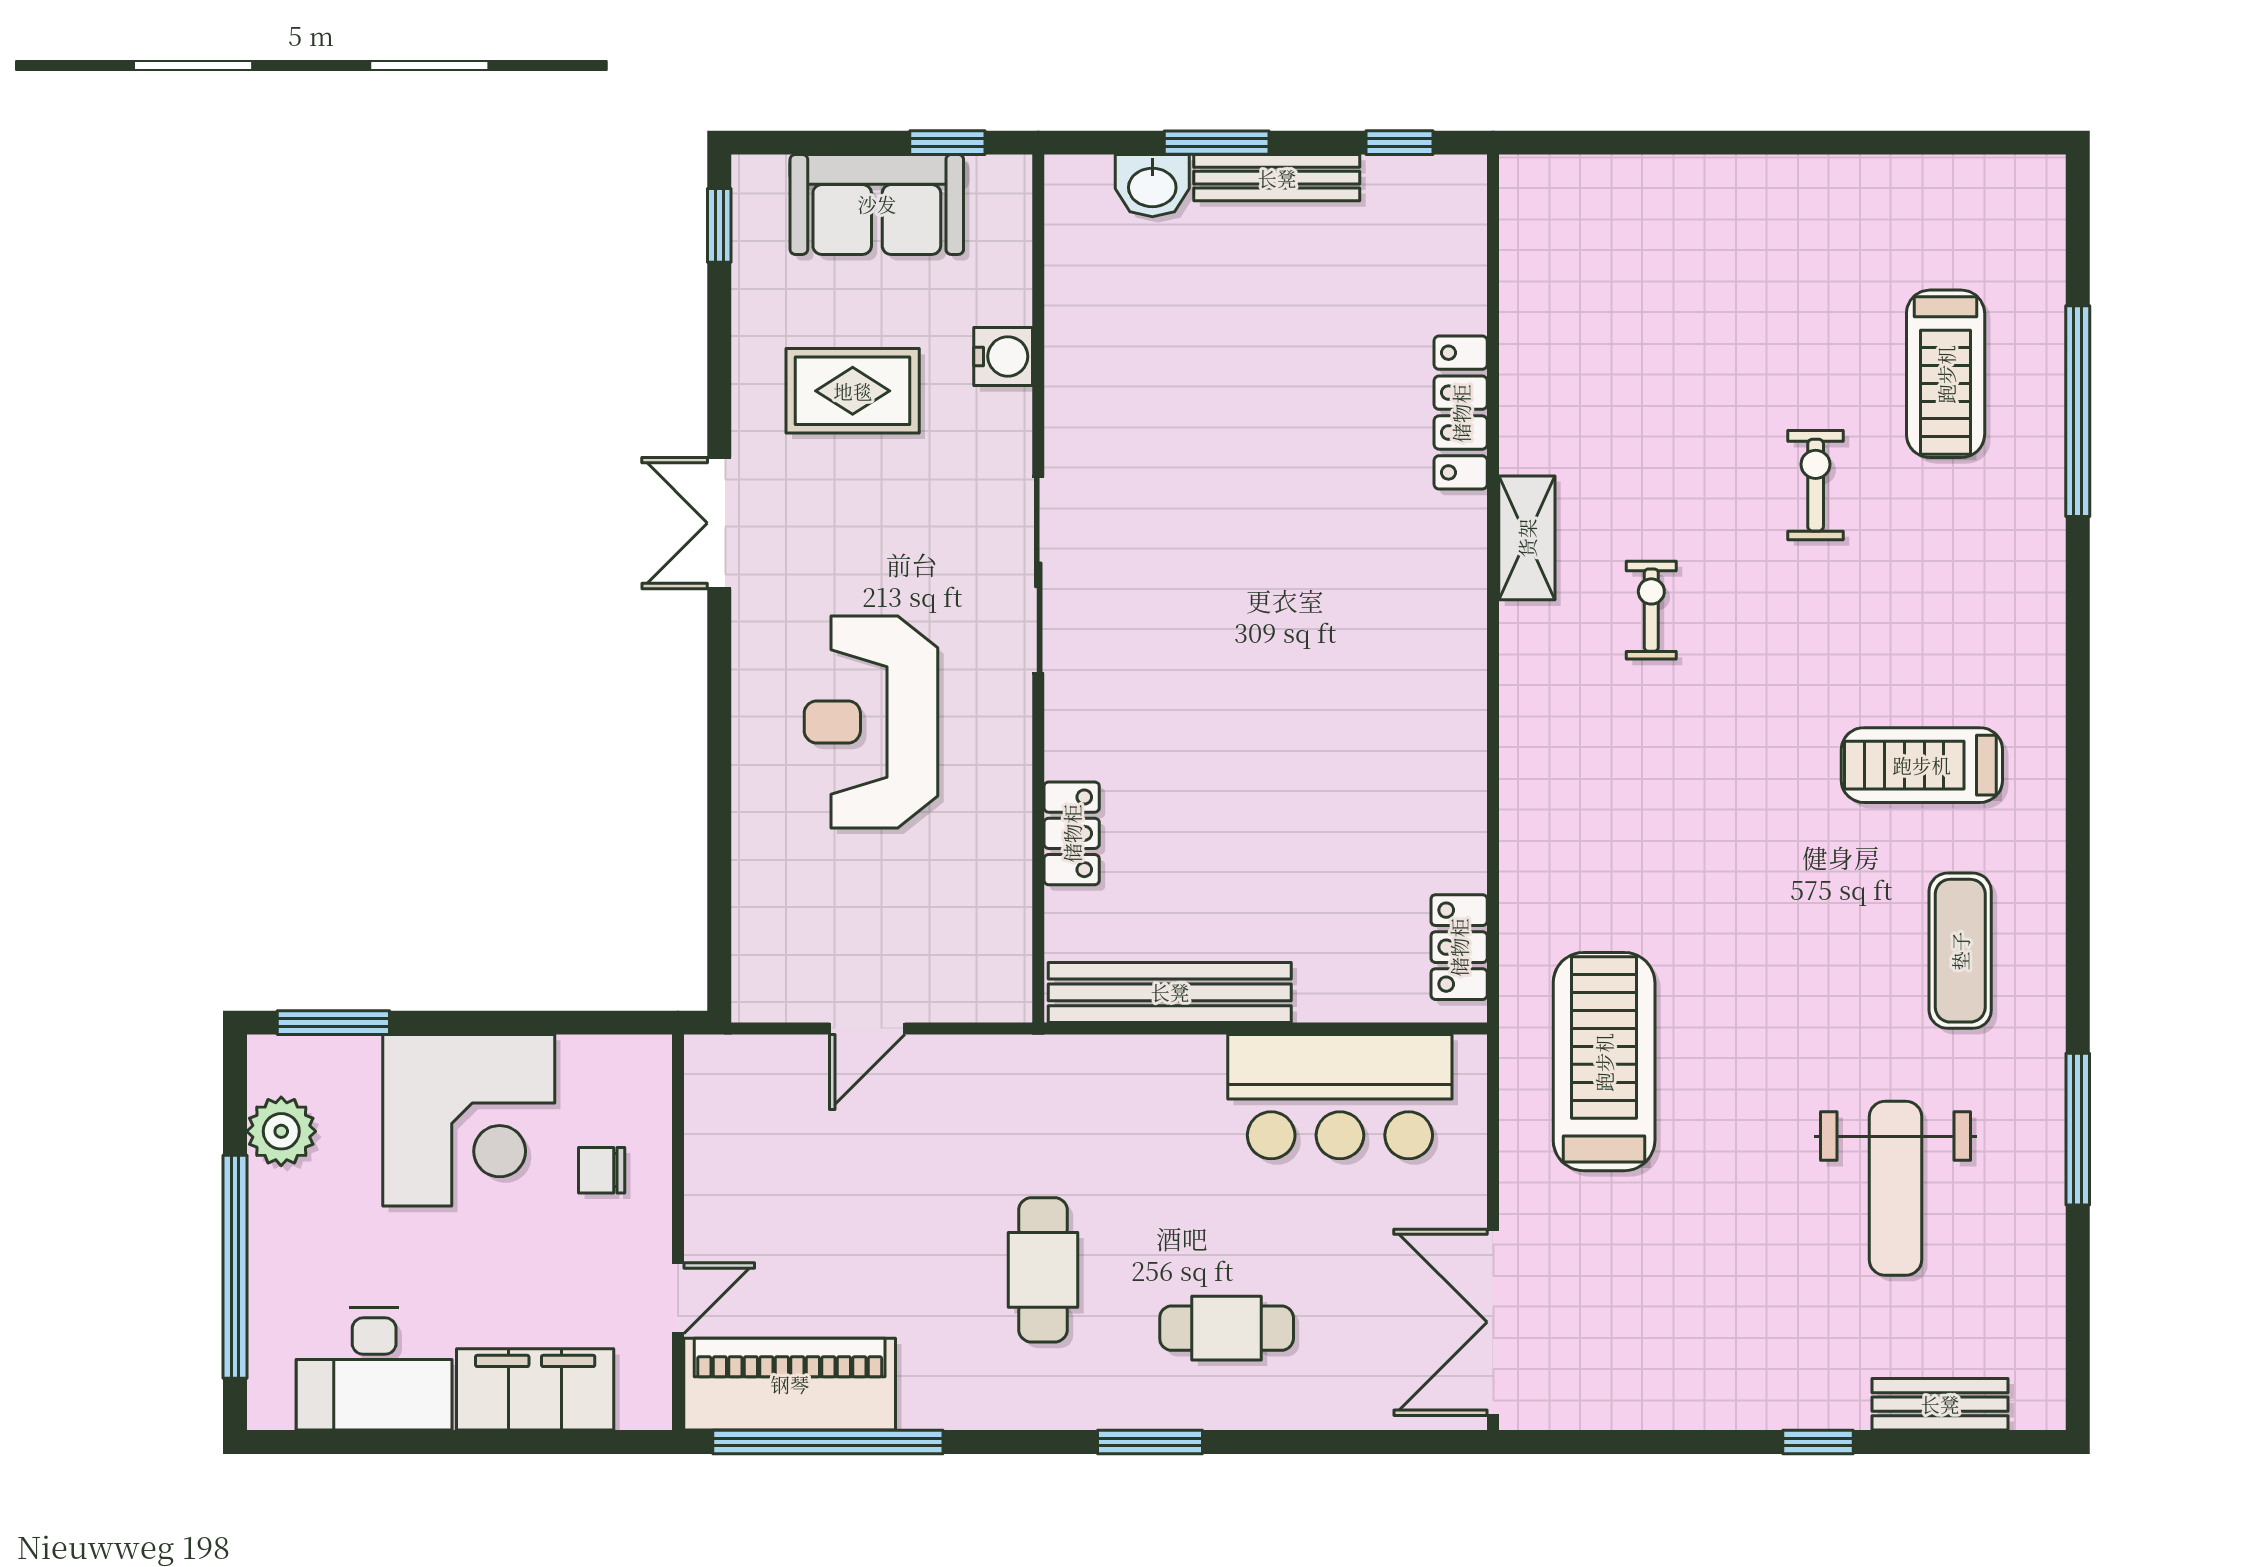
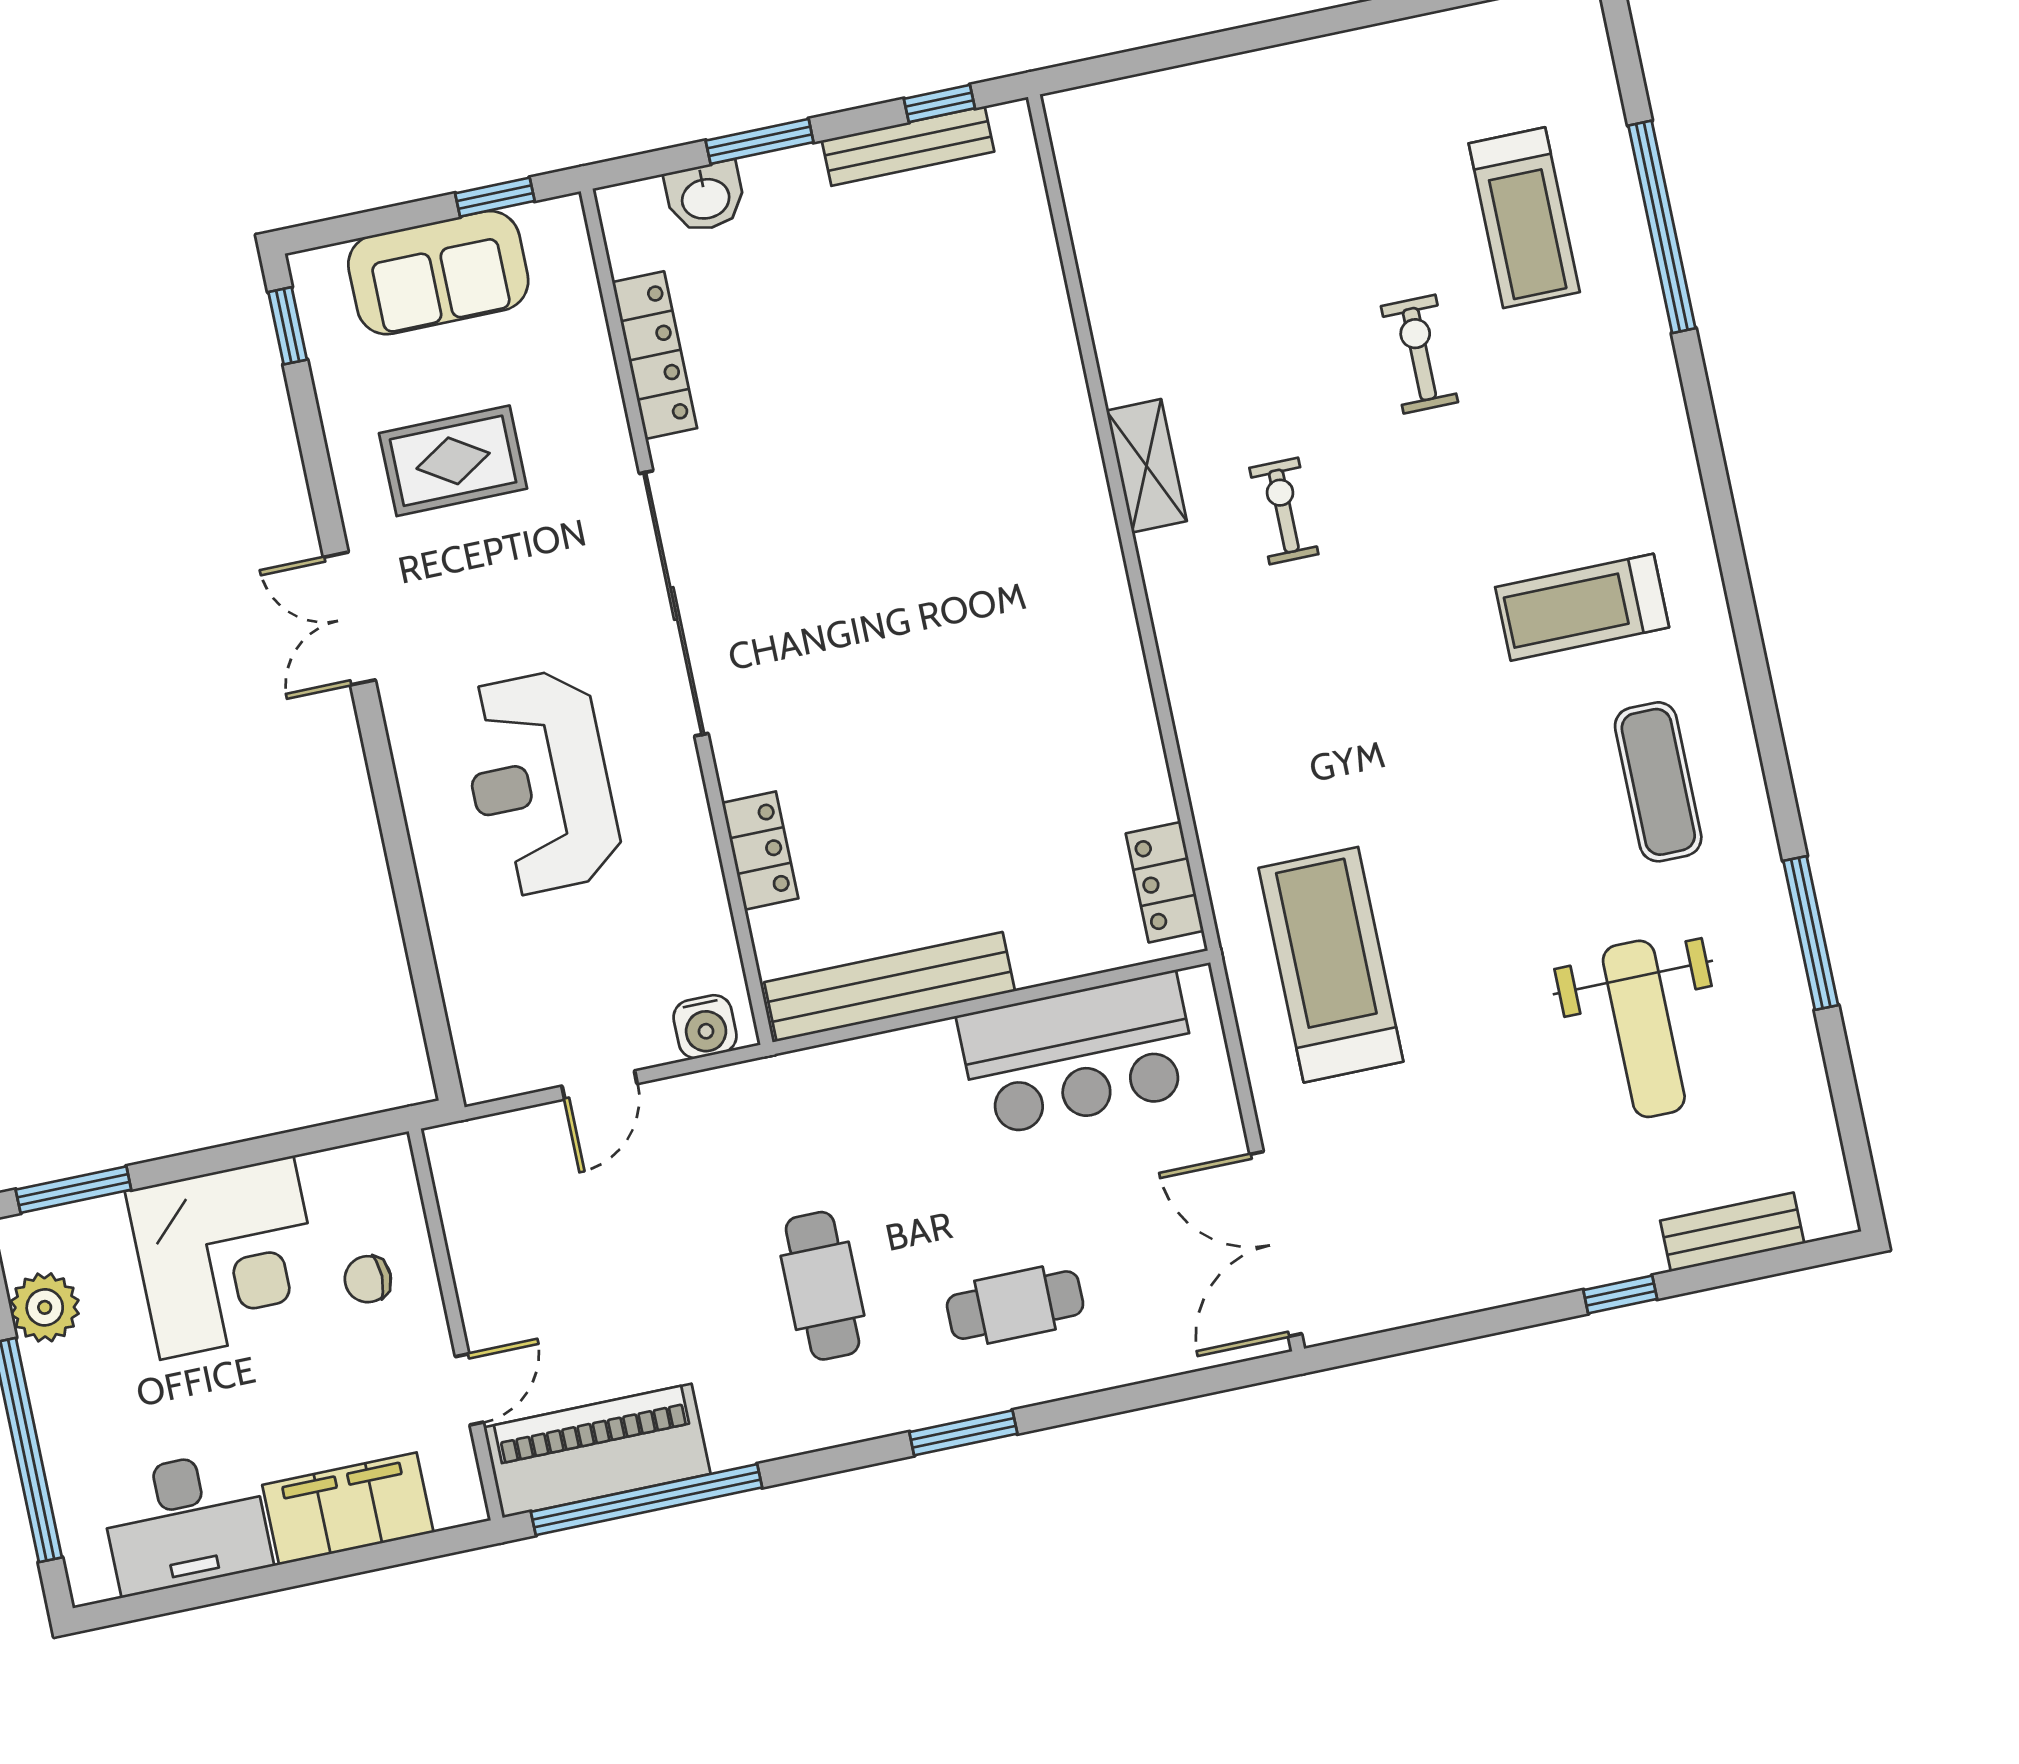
bench: (1277, 178) -> (908, 146), moved
water cooler: (1003, 356) -> (705, 1027), moved, turned 90
locker: (1461, 413) -> (655, 355), moved, turned 180
sliding door: (1038, 575) -> (674, 603), width x1.36

